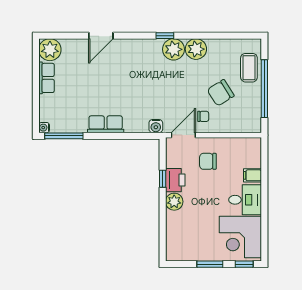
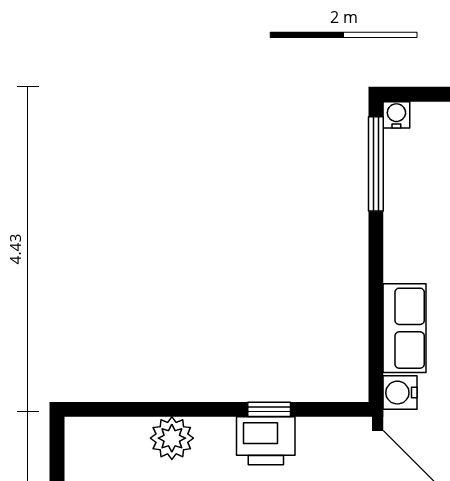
row of seats: (106, 124) -> (404, 328), moved
plant: (174, 202) -> (172, 438), moved

